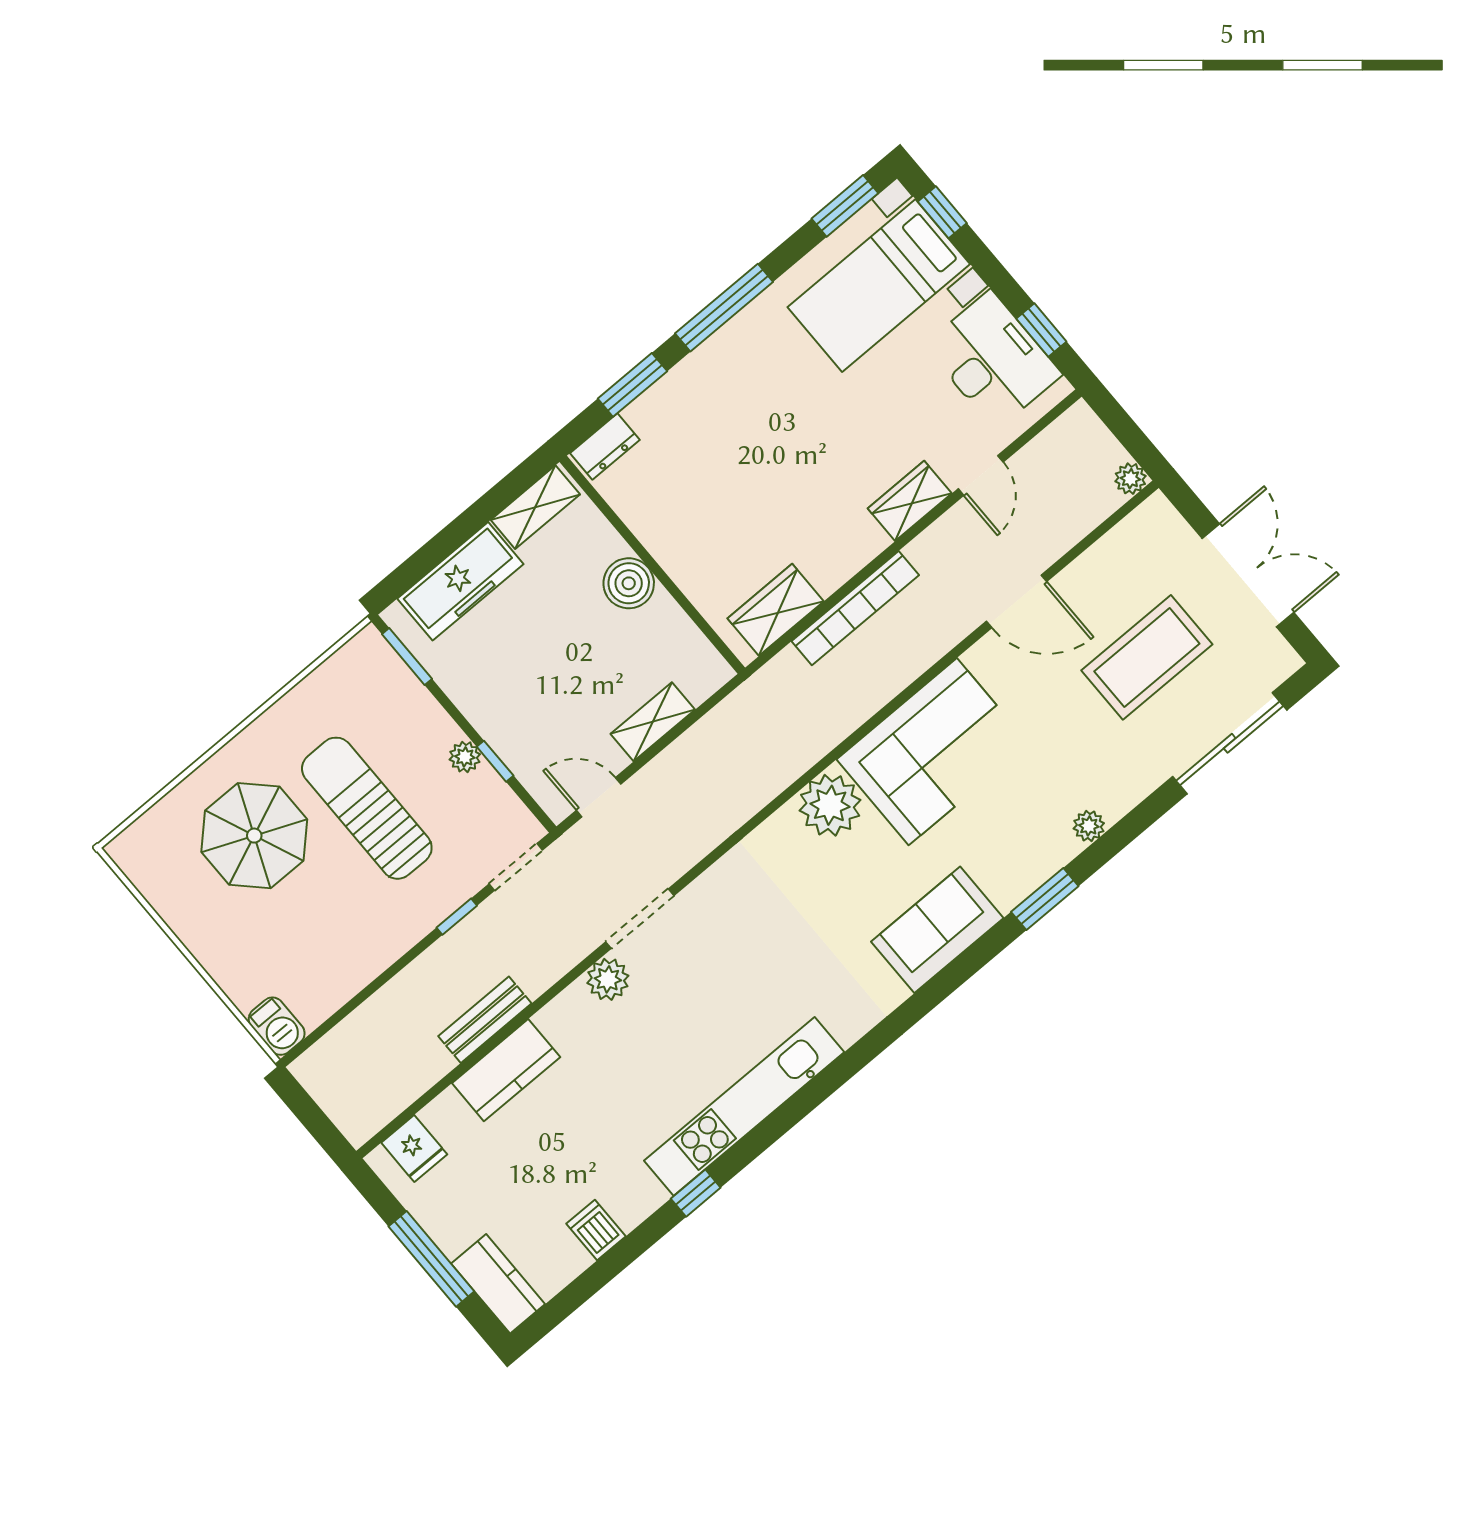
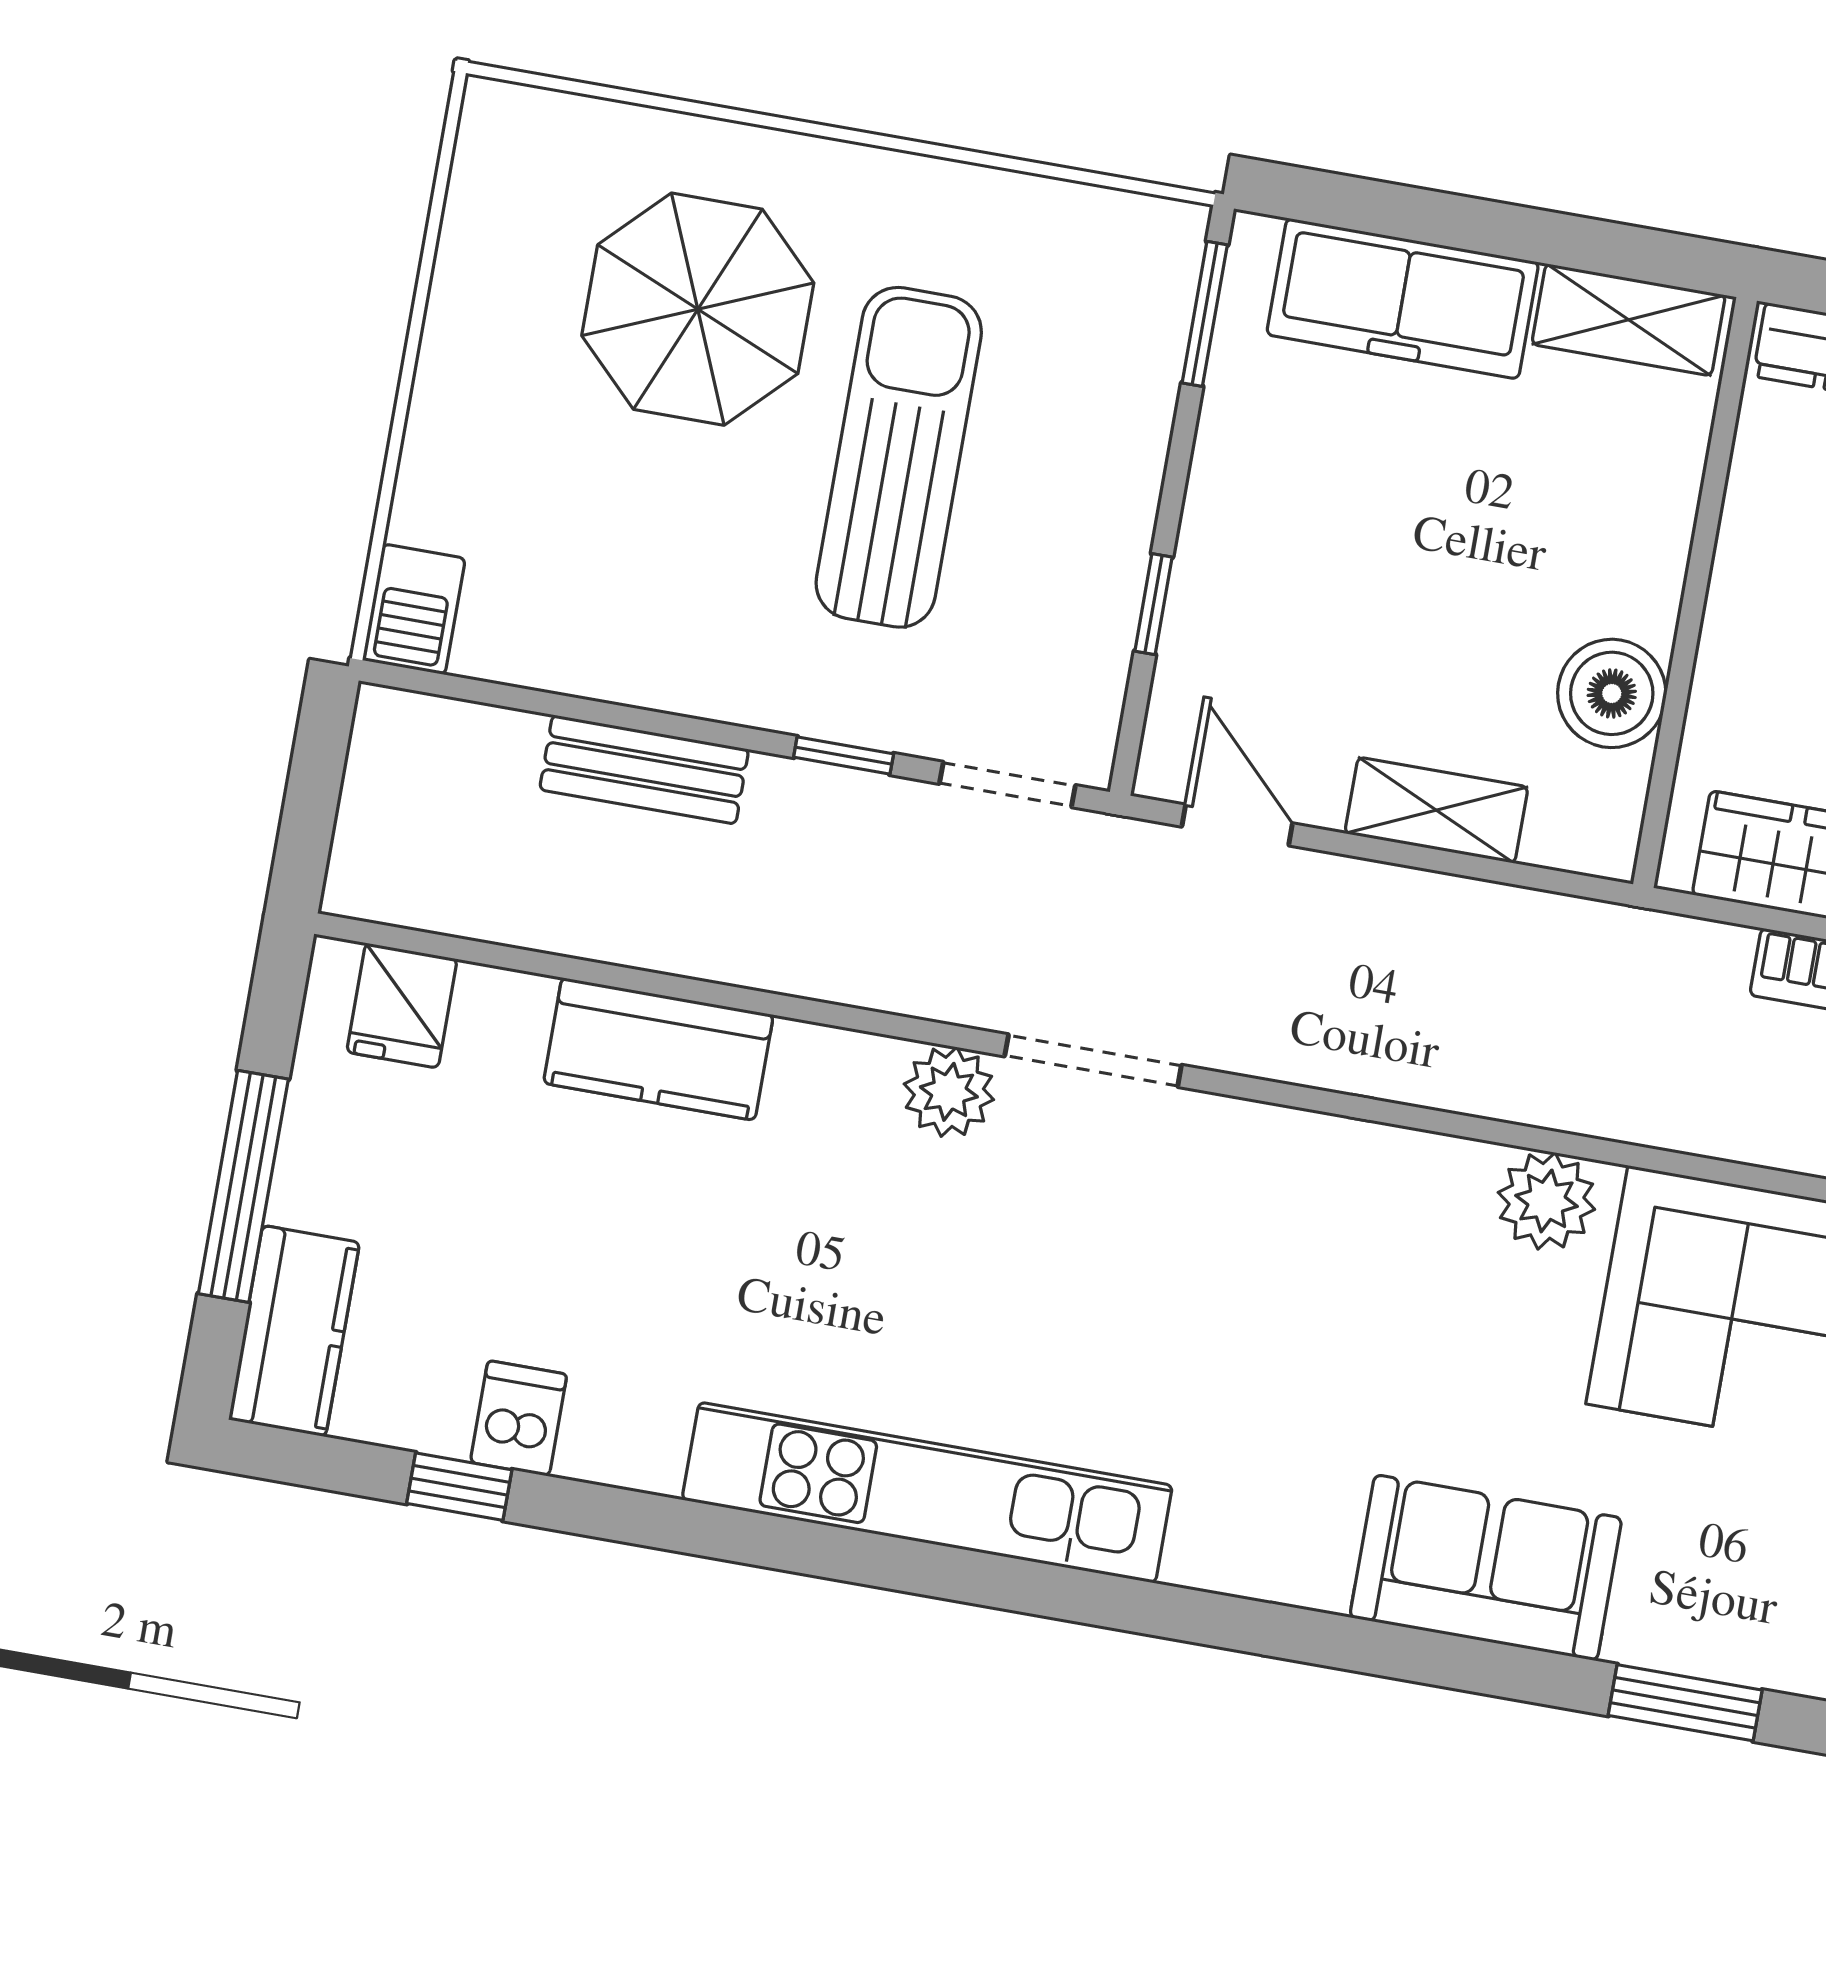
boiler: (629, 583) -> (1612, 693), moved
plant: (465, 757) -> (1119, 548), removed
plant: (830, 805) -> (1546, 1201), width x0.73, depth x0.73
bench: (485, 1020) -> (644, 770), moved
window: (696, 1193) -> (459, 1487), moved

